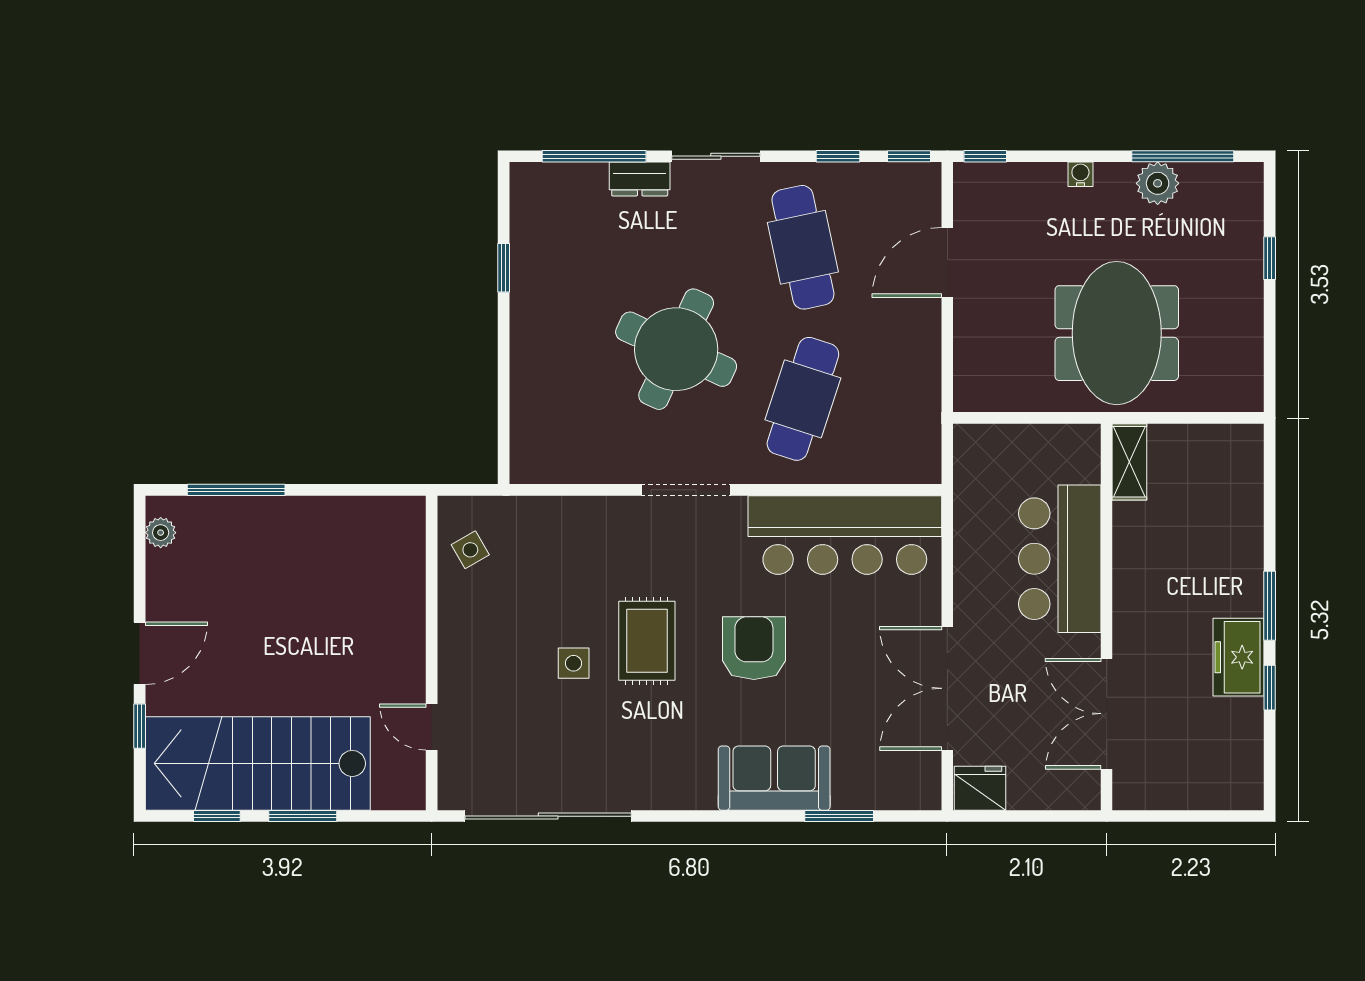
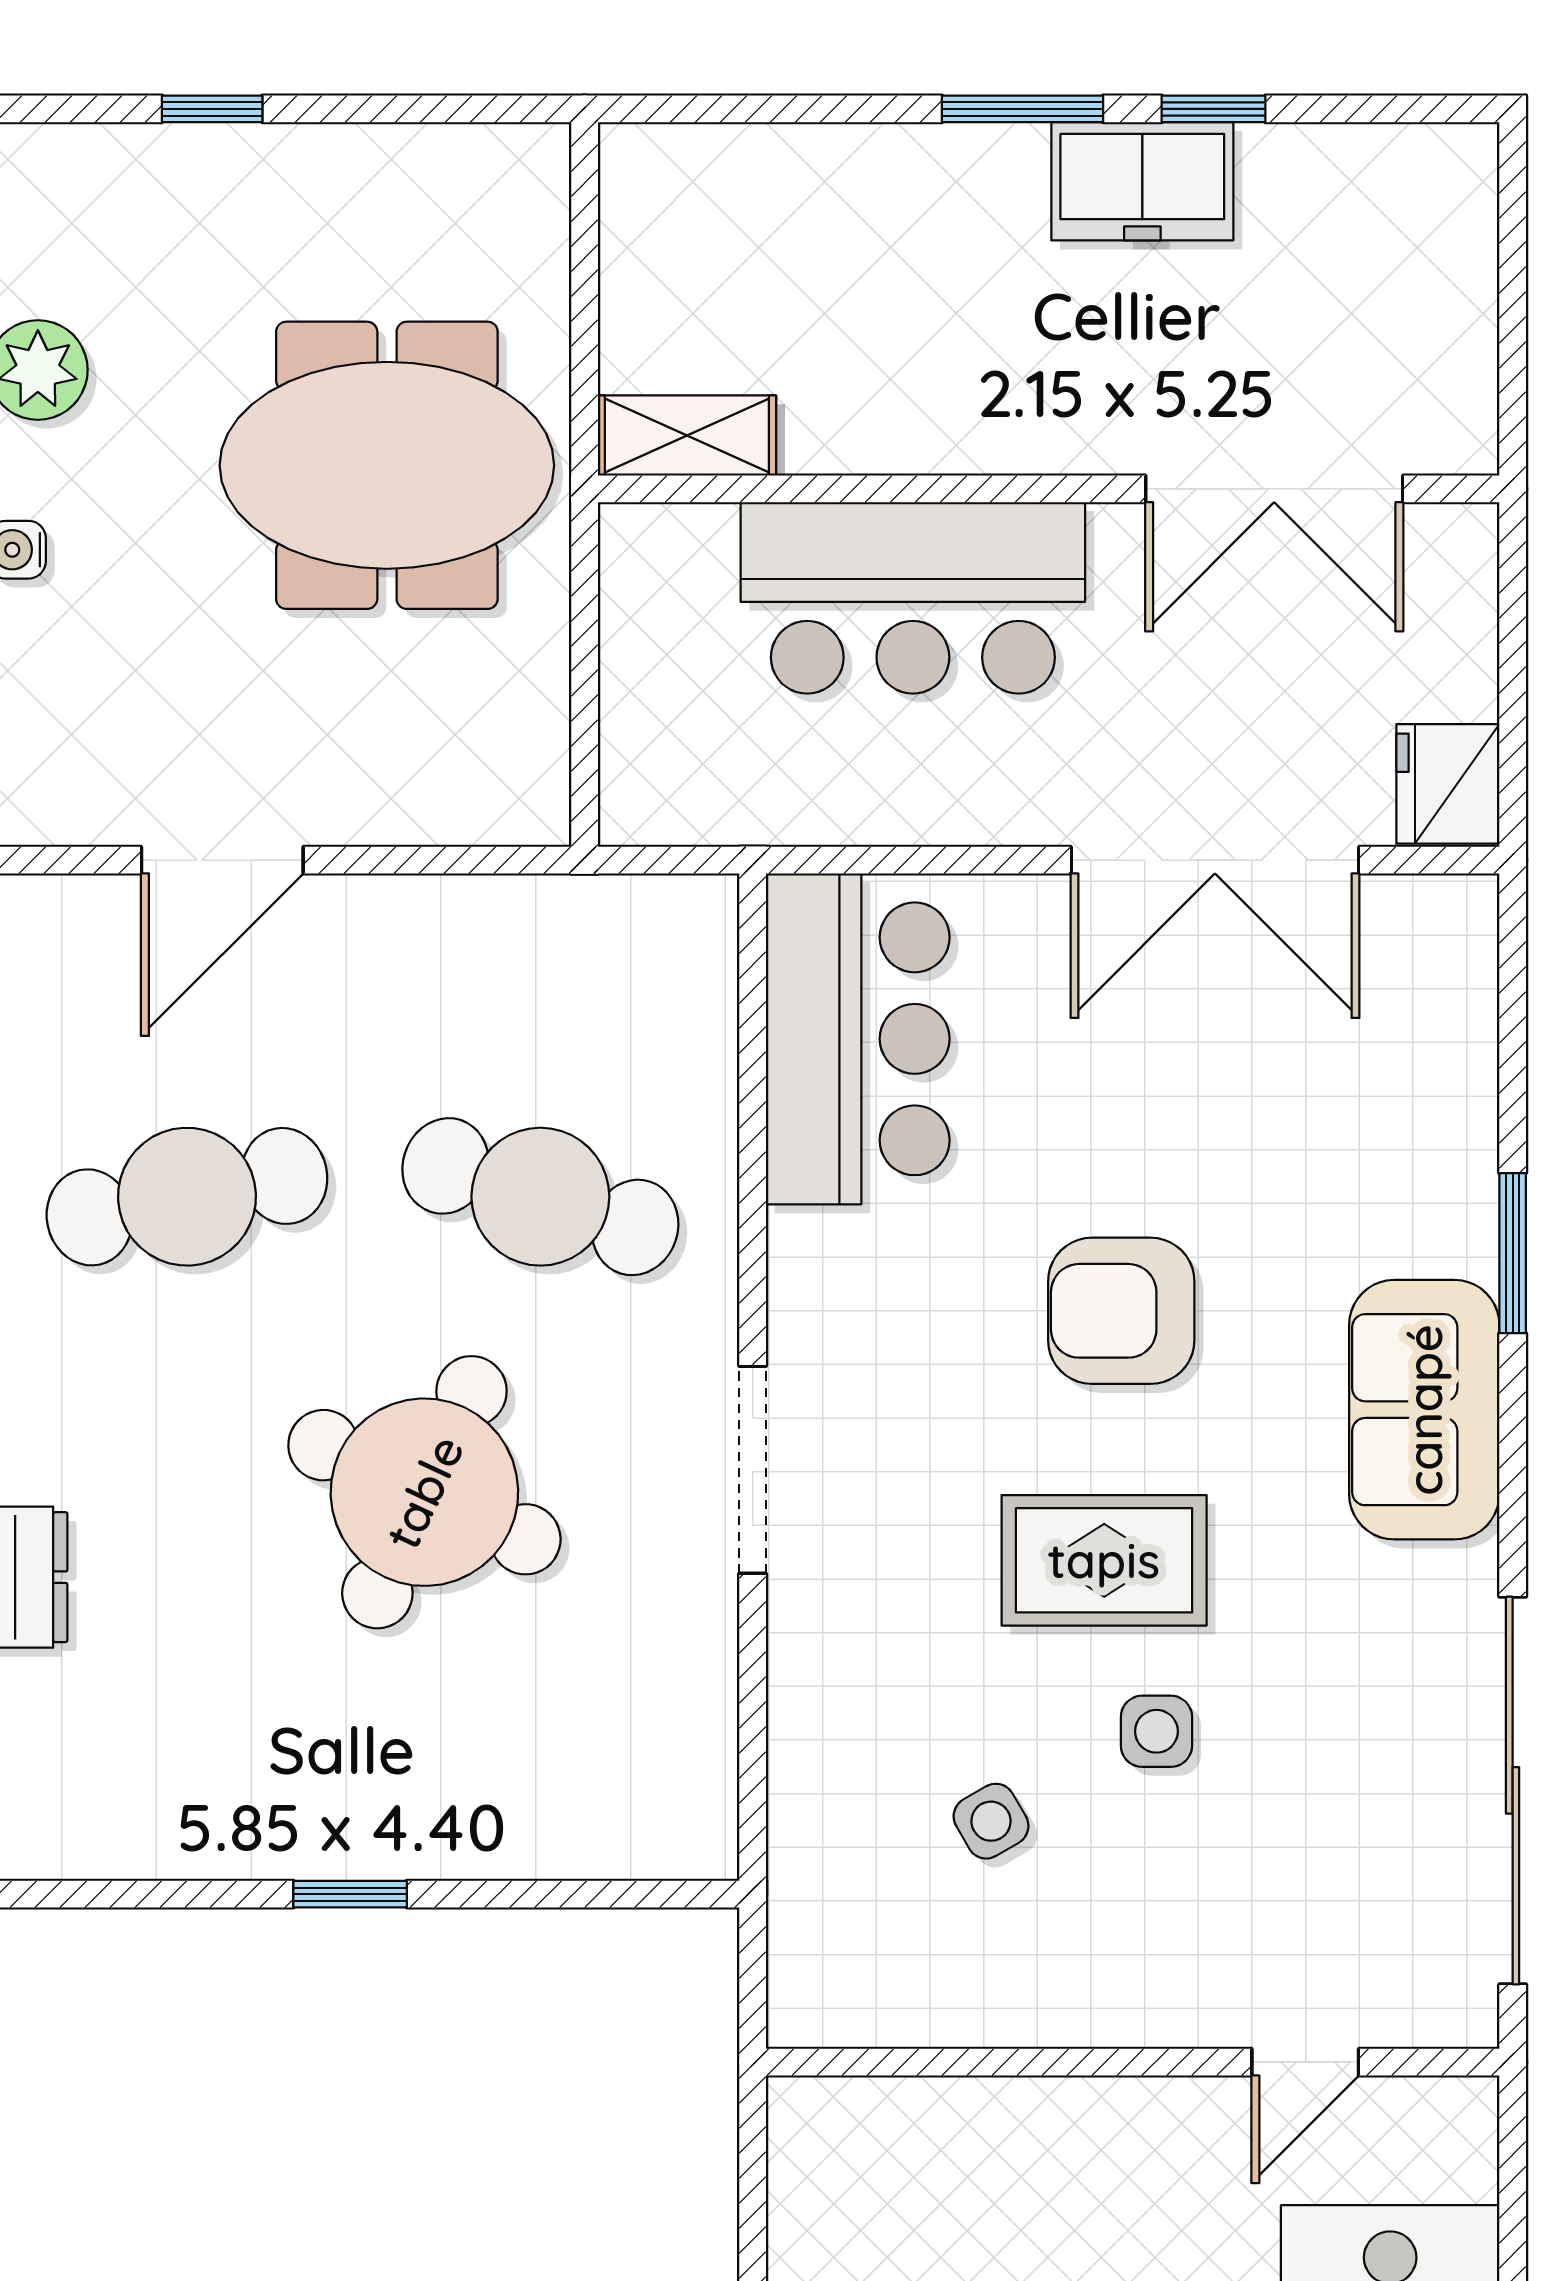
door: (947, 262) -> (222, 860), hinge flipped
window: (504, 268) -> (350, 1894), moved
bar counter: (845, 535) -> (858, 1039), width x0.73
side table: (470, 550) -> (991, 1821), moved
sofa: (774, 778) -> (1424, 1410), moved
window: (839, 816) -> (1513, 1253), moved

